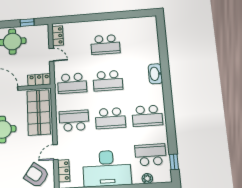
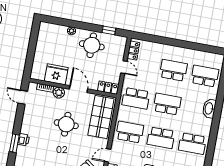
school desk: (141, 42) -> (205, 76), added
school desk: (105, 45) -> (173, 70), turned 180
school desk: (108, 81) -> (167, 104), turned 180

